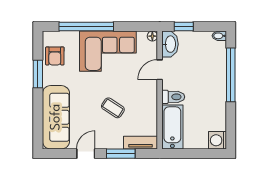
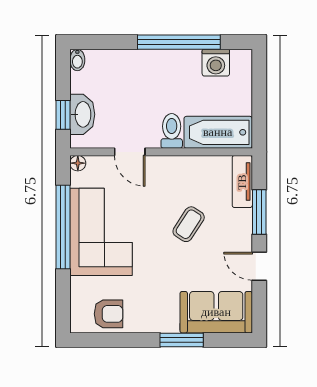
window: (86, 26) -> (63, 227), moved
washbasin: (170, 44) -> (82, 114), moved, turned 90
window: (38, 74) -> (182, 340), moved
window: (231, 75) -> (179, 42), moved
sofa: (56, 117) -> (216, 312), width x0.73
washing machine: (217, 140) -> (216, 63), moved

